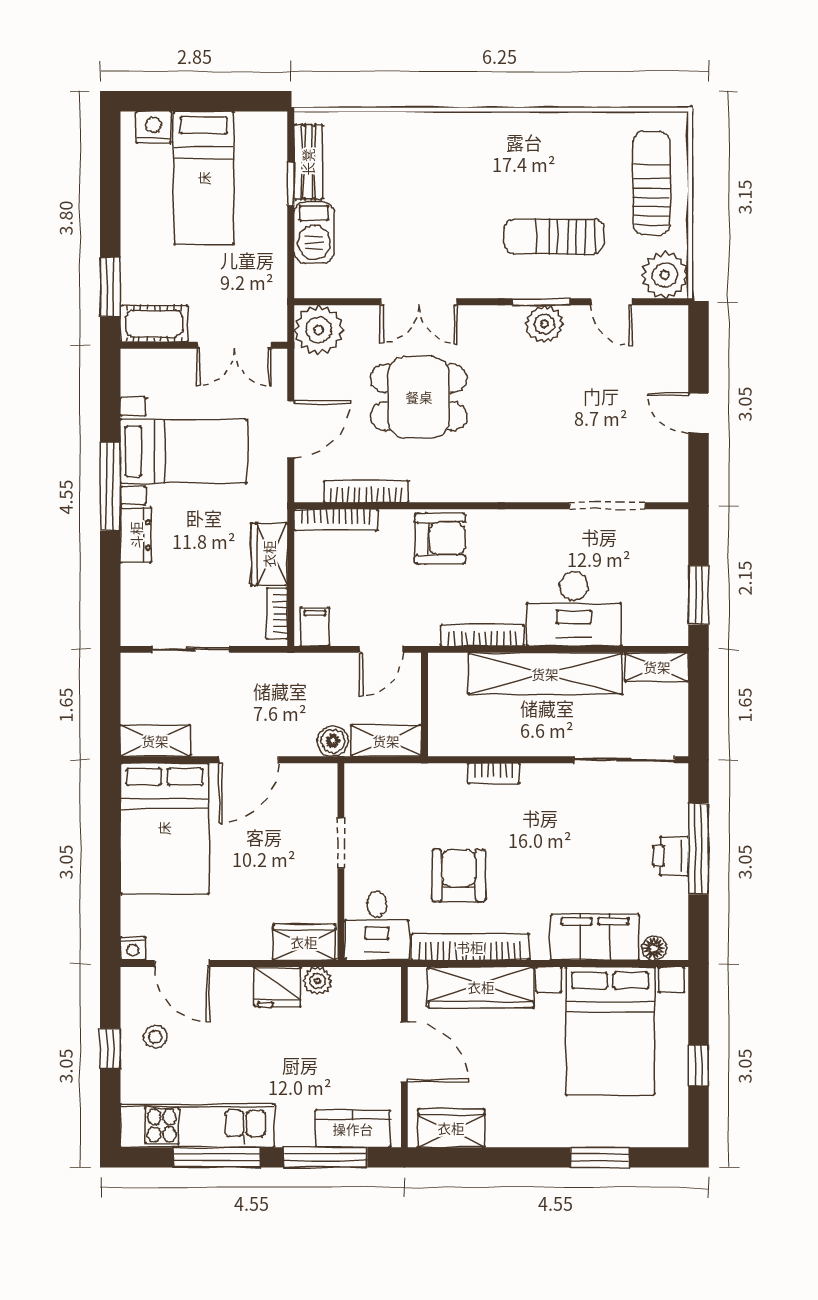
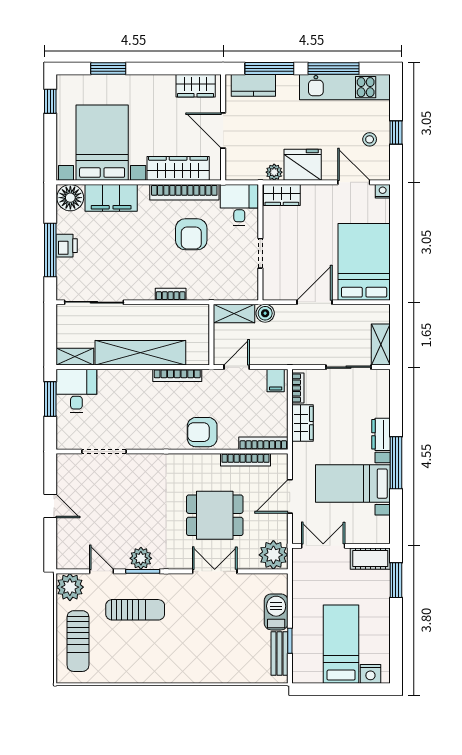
desk: (574, 609) -> (76, 391), moved, width x0.73
shelving: (155, 741) -> (381, 344), moved, turned 90
floor lamp: (654, 948) -> (70, 198), width x1.89, depth x1.89
fridge: (278, 987) -> (303, 165), width x1.36, depth x1.34
window: (698, 1065) -> (50, 101), moved

